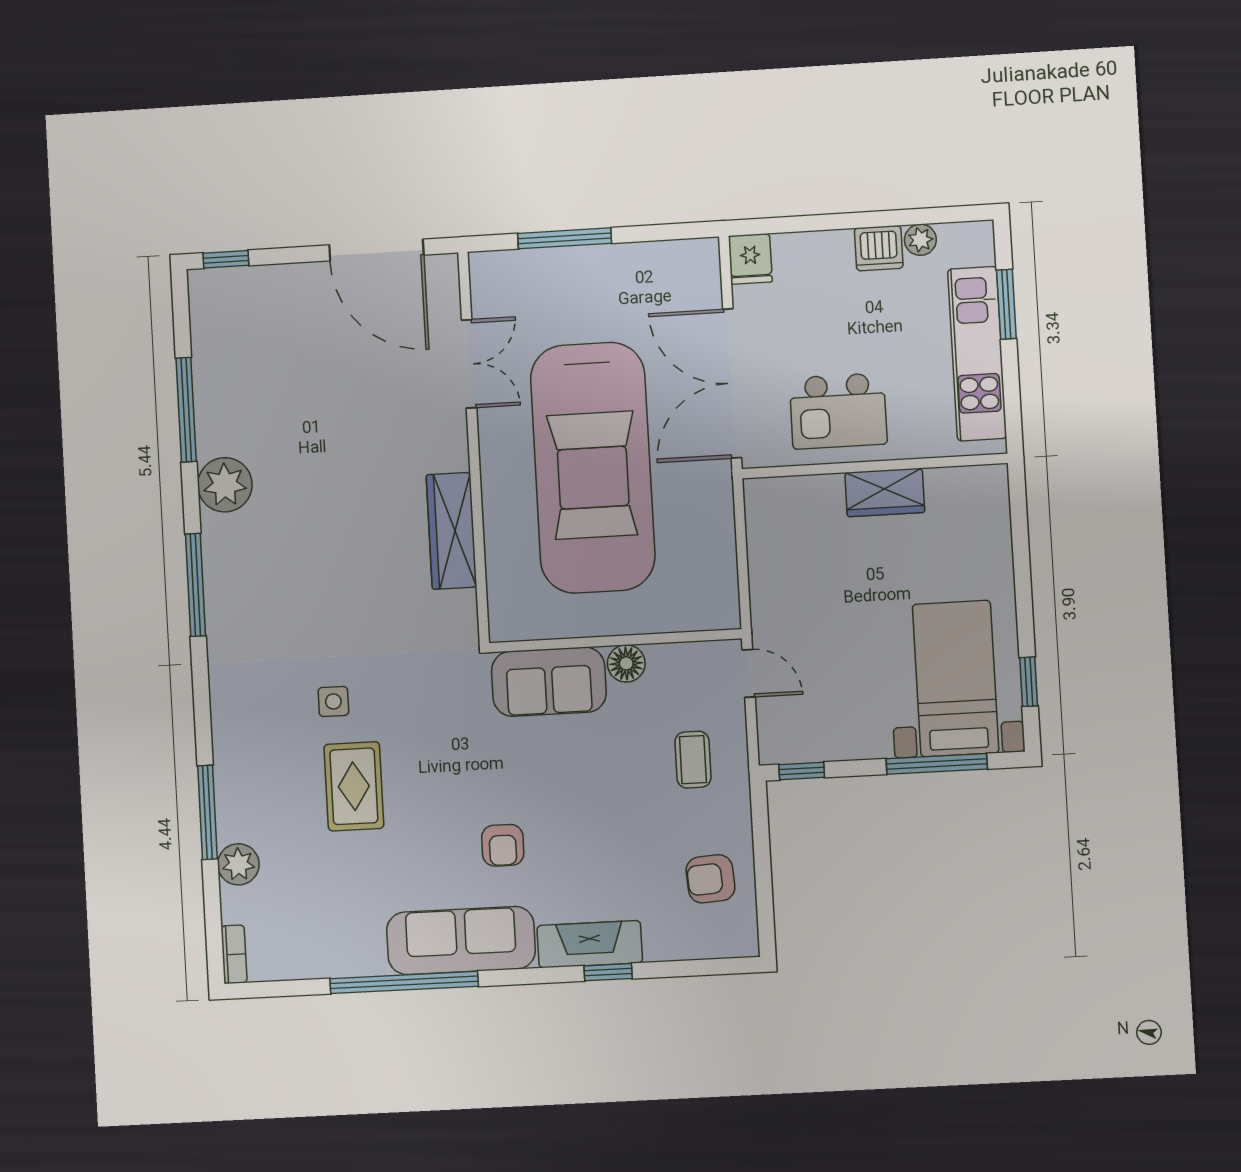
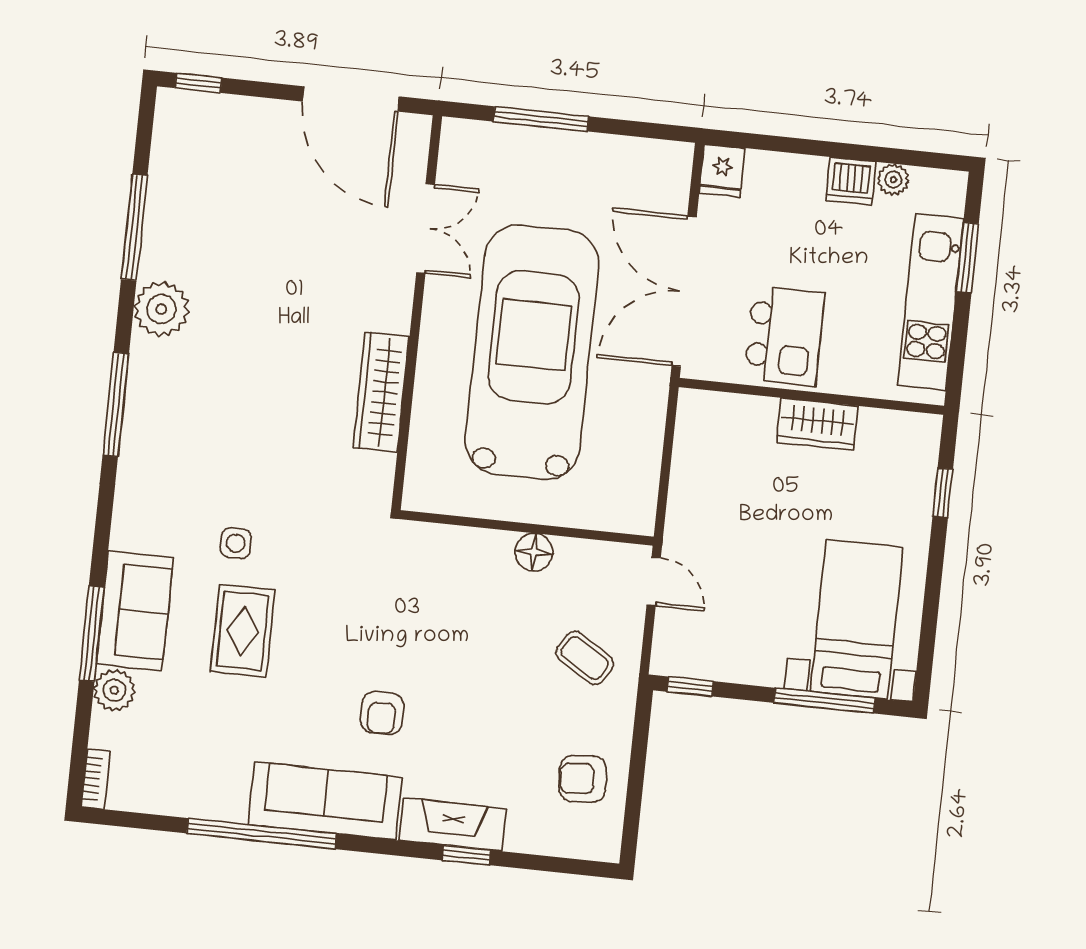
kitchen island: (838, 411) -> (784, 336), turned -90
car: (593, 468) -> (532, 352), turned 180
sofa: (549, 682) -> (135, 611), moved, turned -90
window: (1029, 682) -> (943, 493), moved
coffee table: (693, 760) -> (585, 658), turned -58

